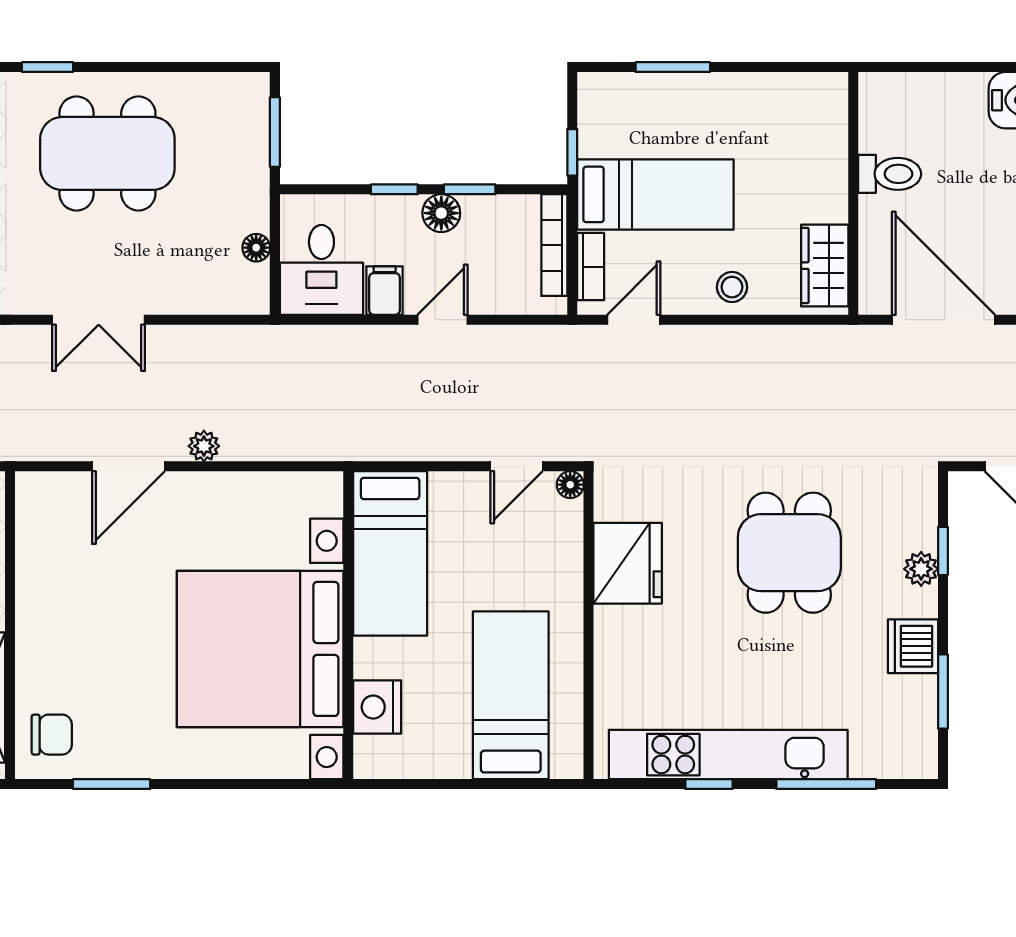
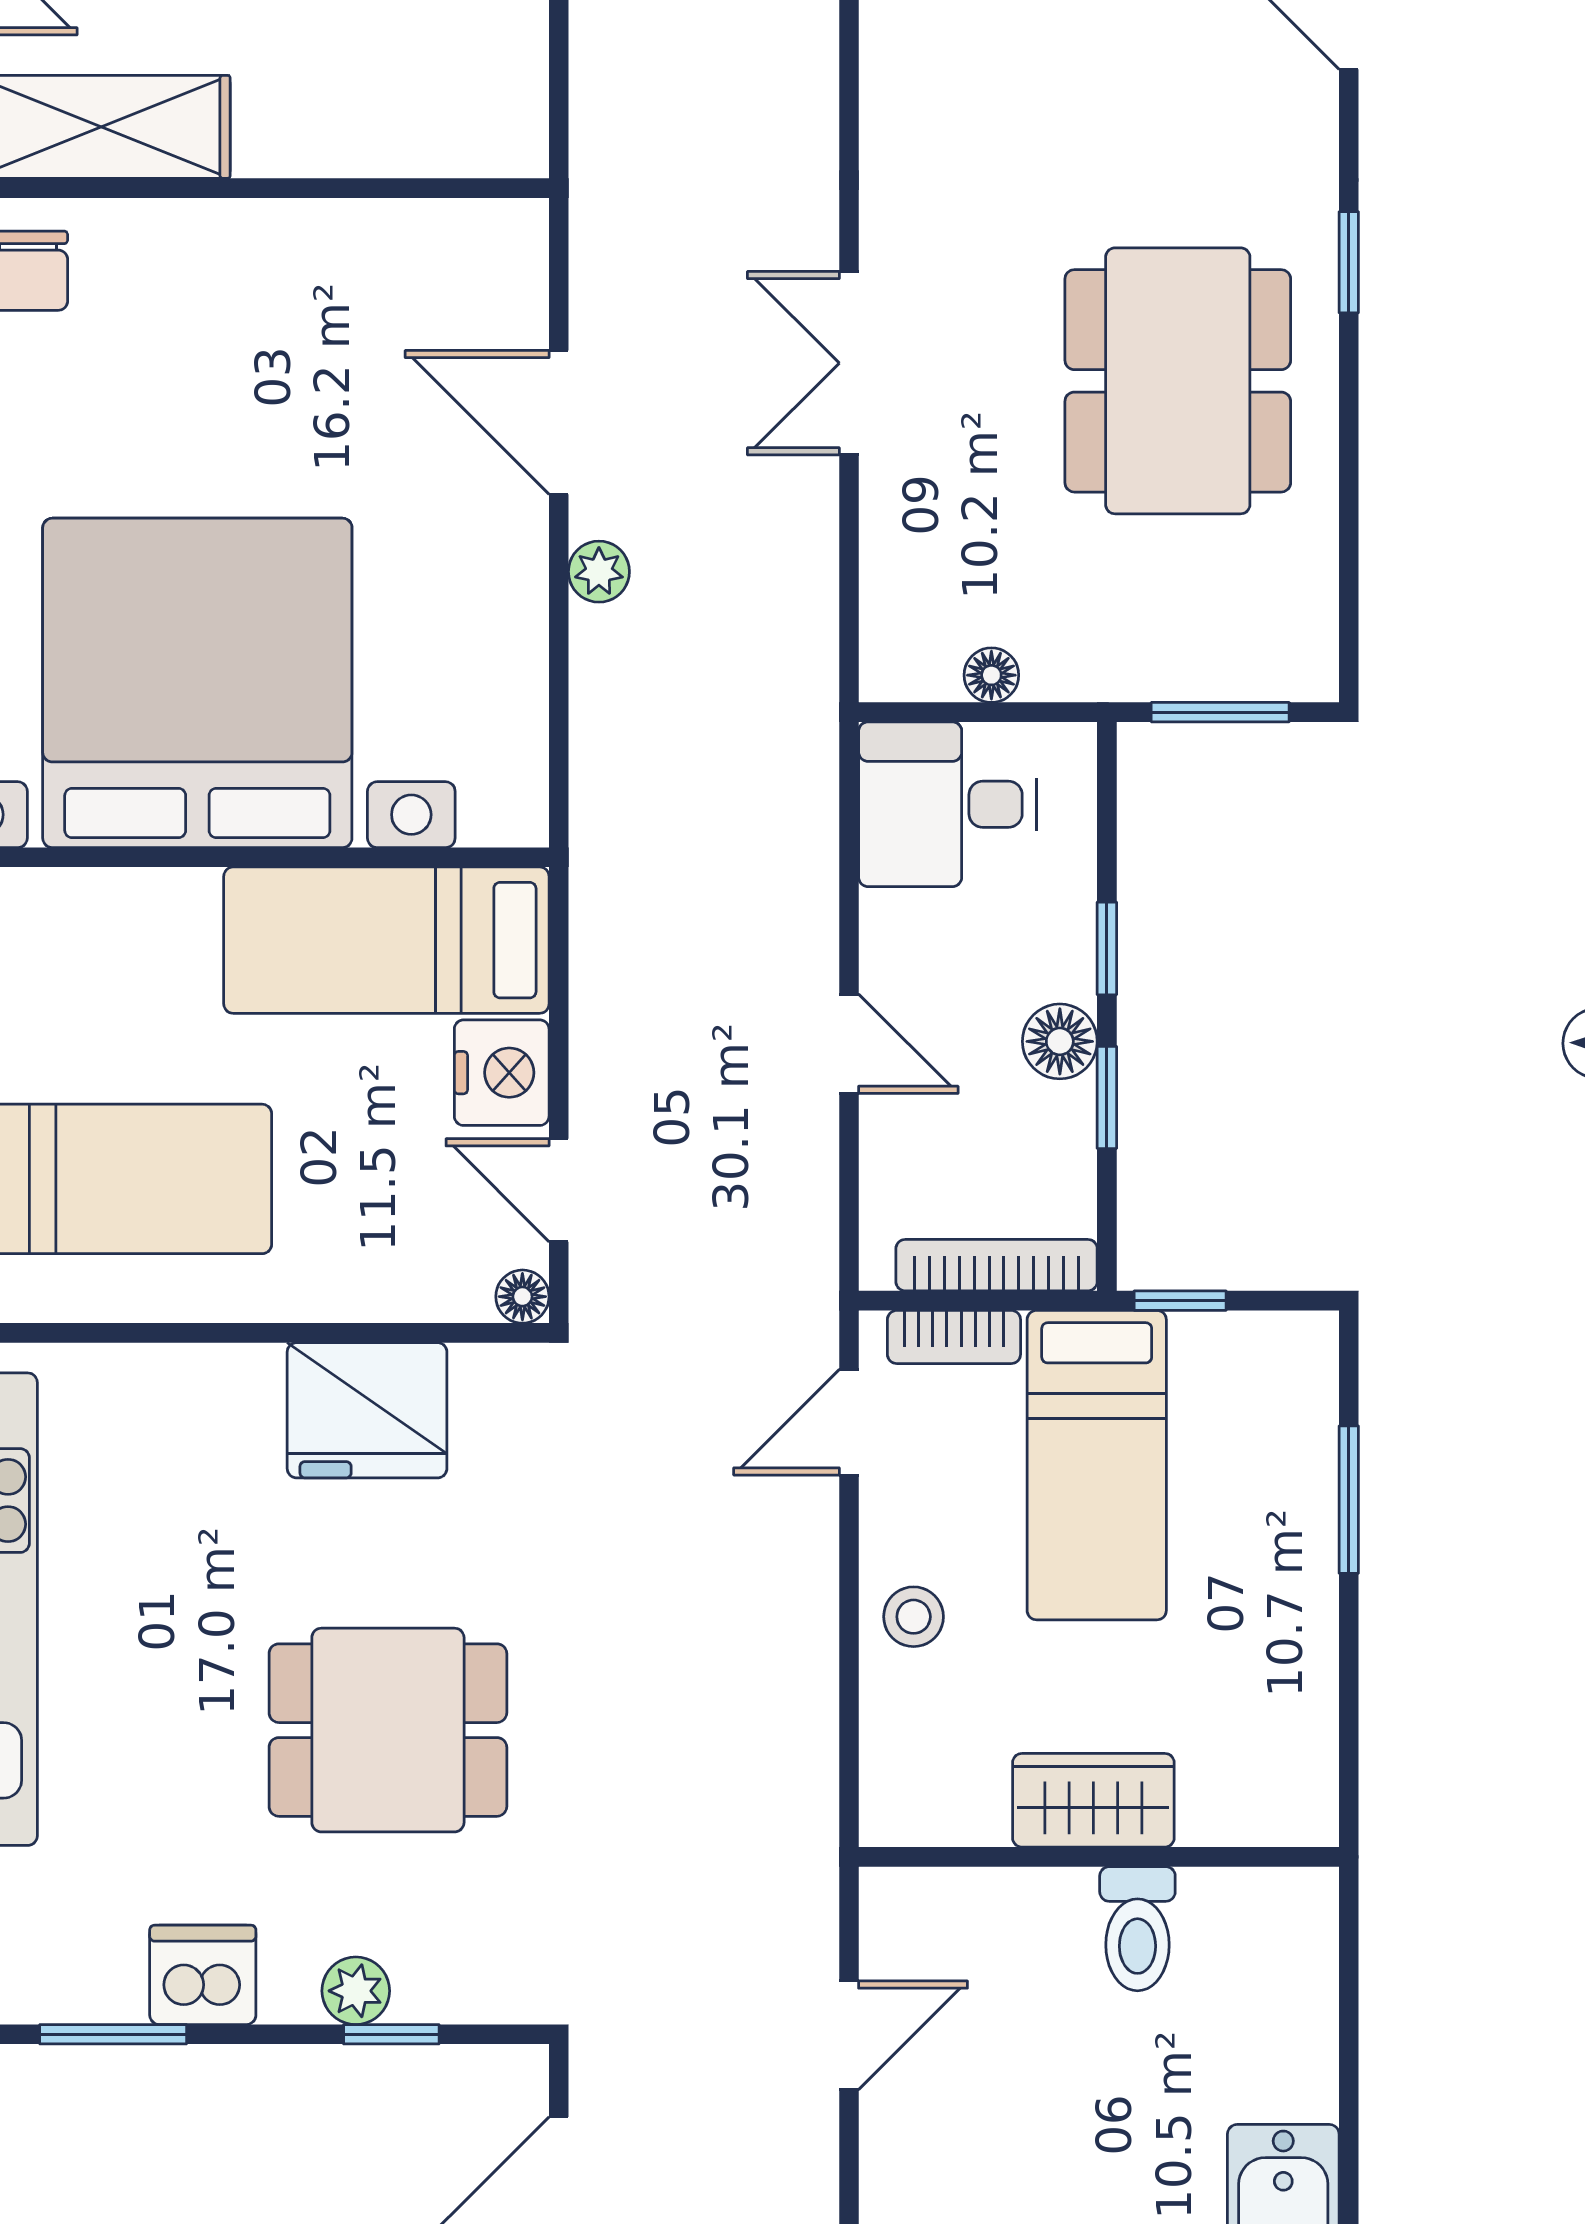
wardrobe: (825, 266) -> (1093, 1800), moved
filing cabinet: (385, 291) -> (907, 929), removed
door: (634, 320) -> (849, 1422), swing flipped
door: (944, 320) -> (849, 2035), width x0.53
nightstand: (377, 707) -> (502, 1073), moved, turned 90

